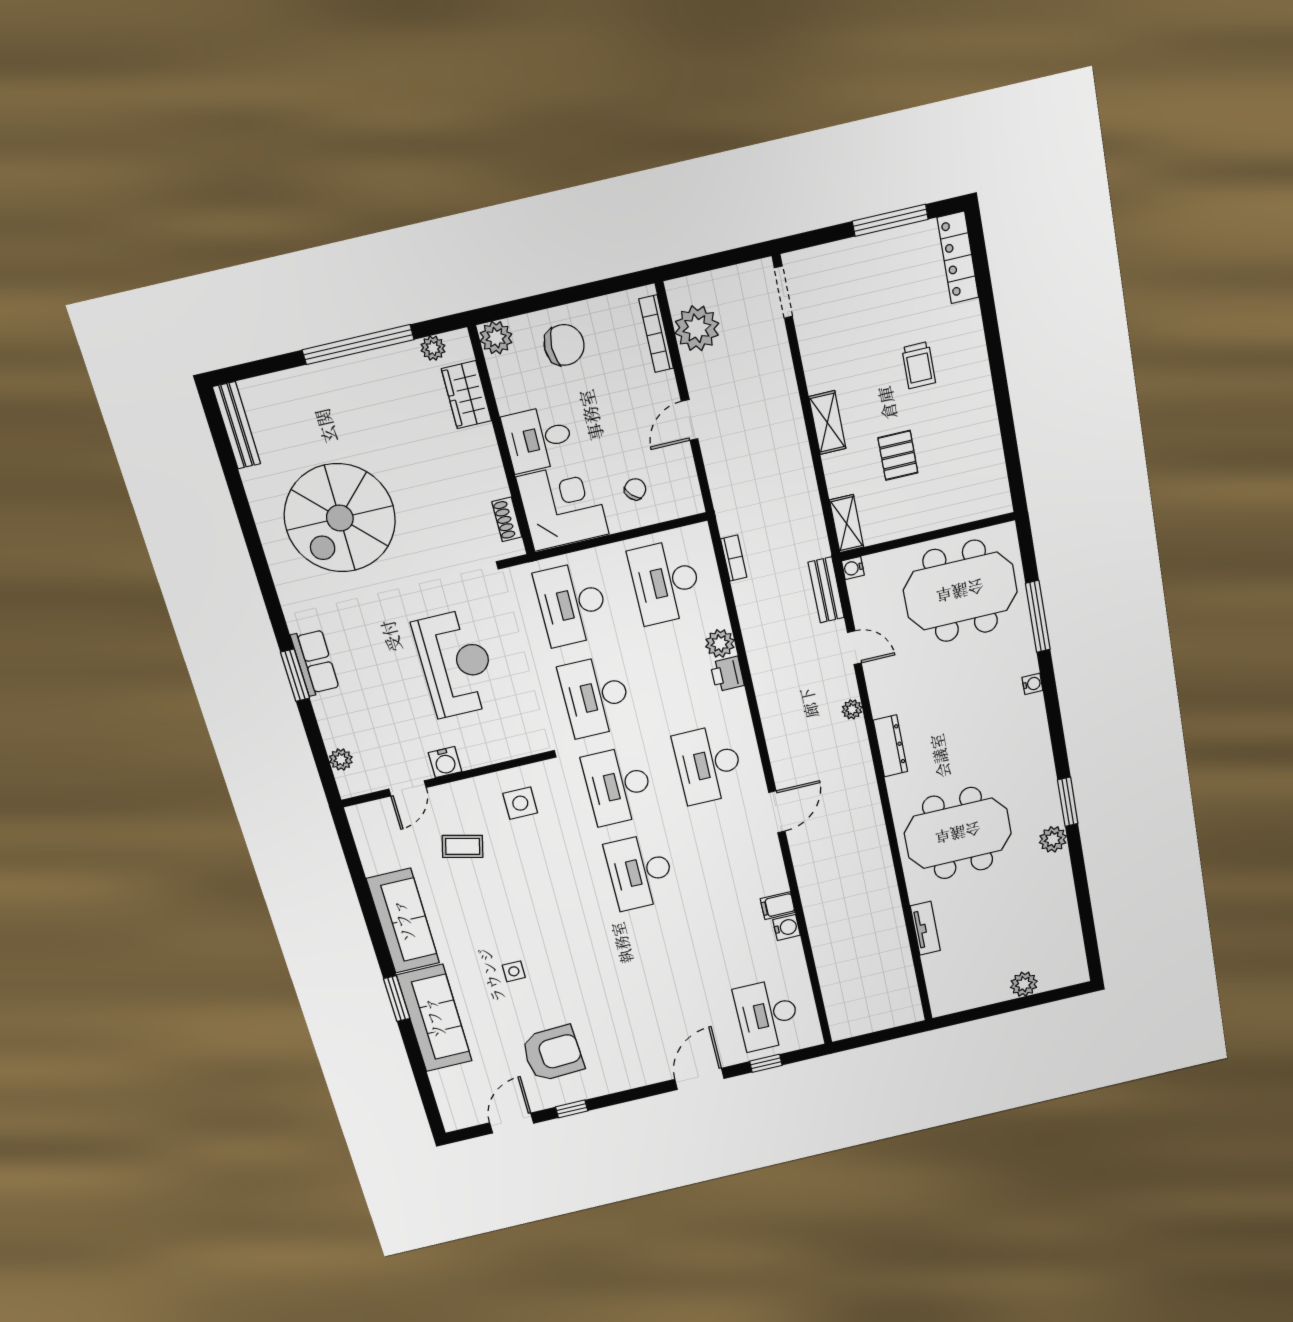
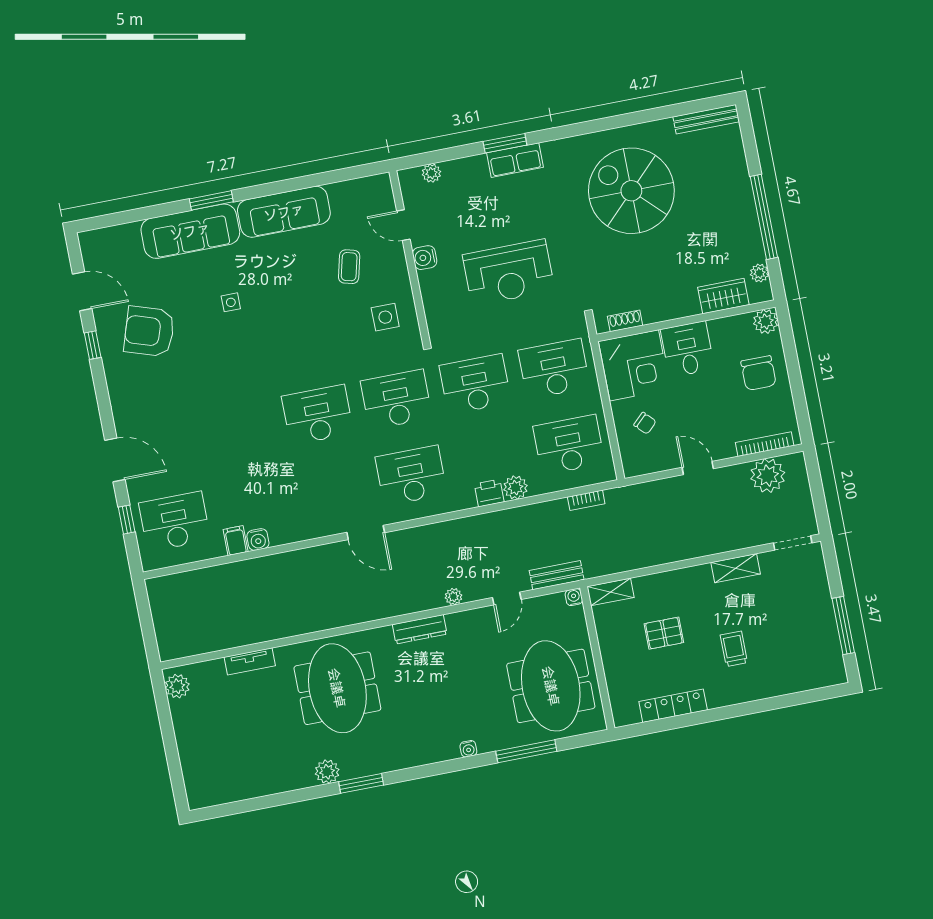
locker: (958, 258) -> (673, 706), moved
trolley: (919, 365) -> (734, 649), turned 90
shelving: (827, 423) -> (736, 568), moved
filing cabinet: (778, 906) -> (236, 541), moved
plant: (1024, 984) -> (177, 686), moved
armchair: (553, 1053) -> (149, 331), turned 111

